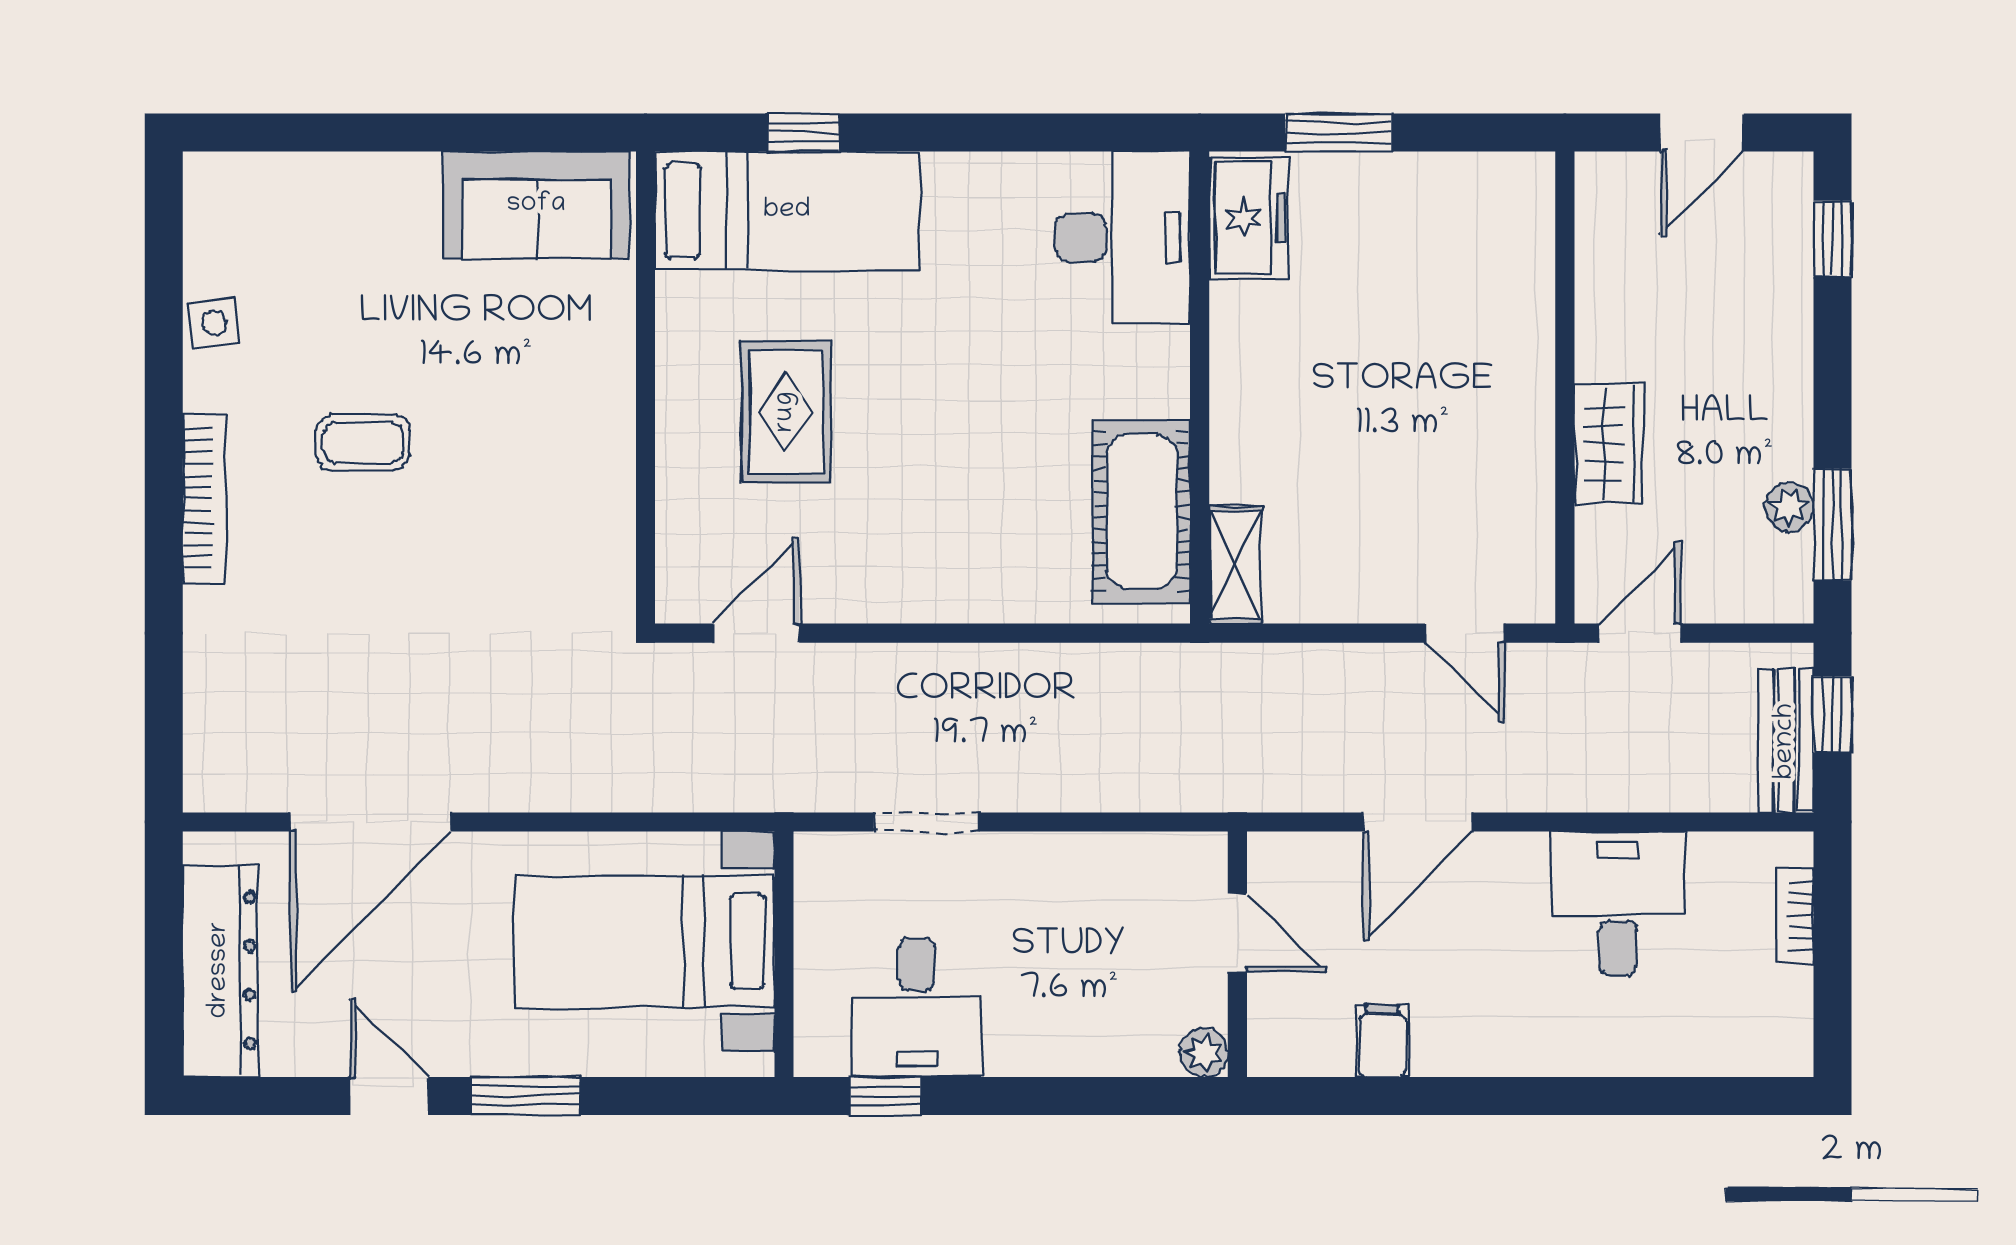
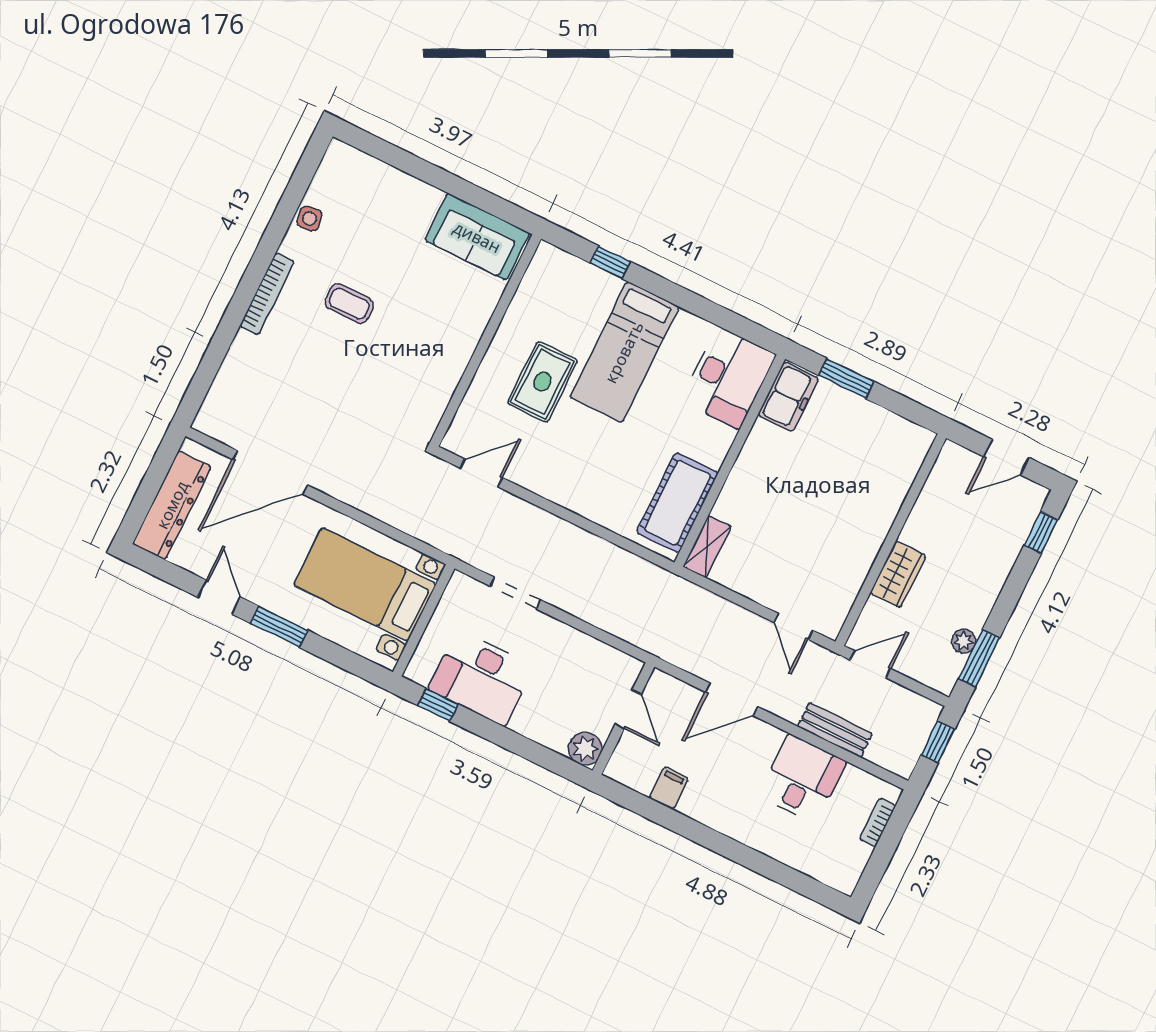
bed: (787, 211) -> (624, 352), moved, turned 90
bench: (1786, 741) -> (835, 730), moved, turned 90
desk: (917, 1008) -> (481, 678), width x1.37
plant: (1204, 1053) -> (585, 749), width x1.38, depth x1.38

